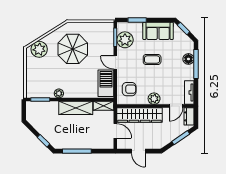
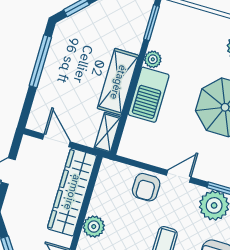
barbecue: (106, 83) -> (149, 95), moved, turned 90
armchair: (129, 89) -> (146, 187), moved
door: (115, 131) -> (56, 141), swing flipped

